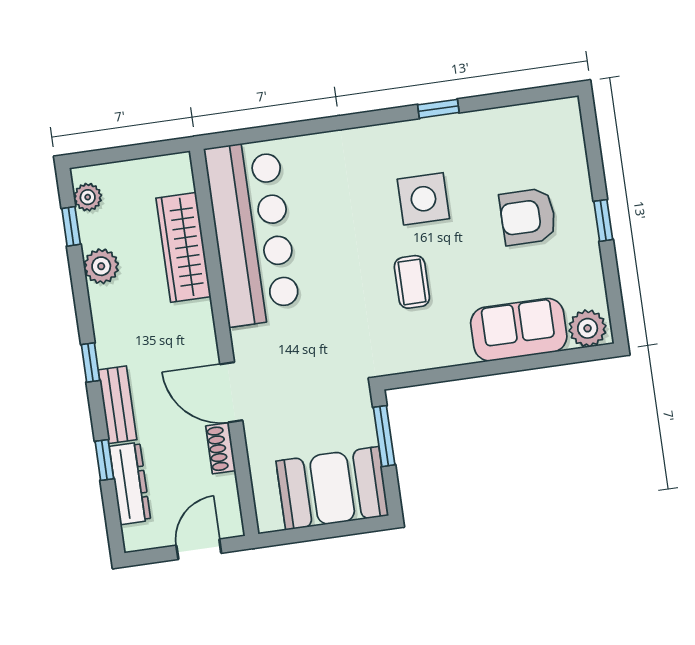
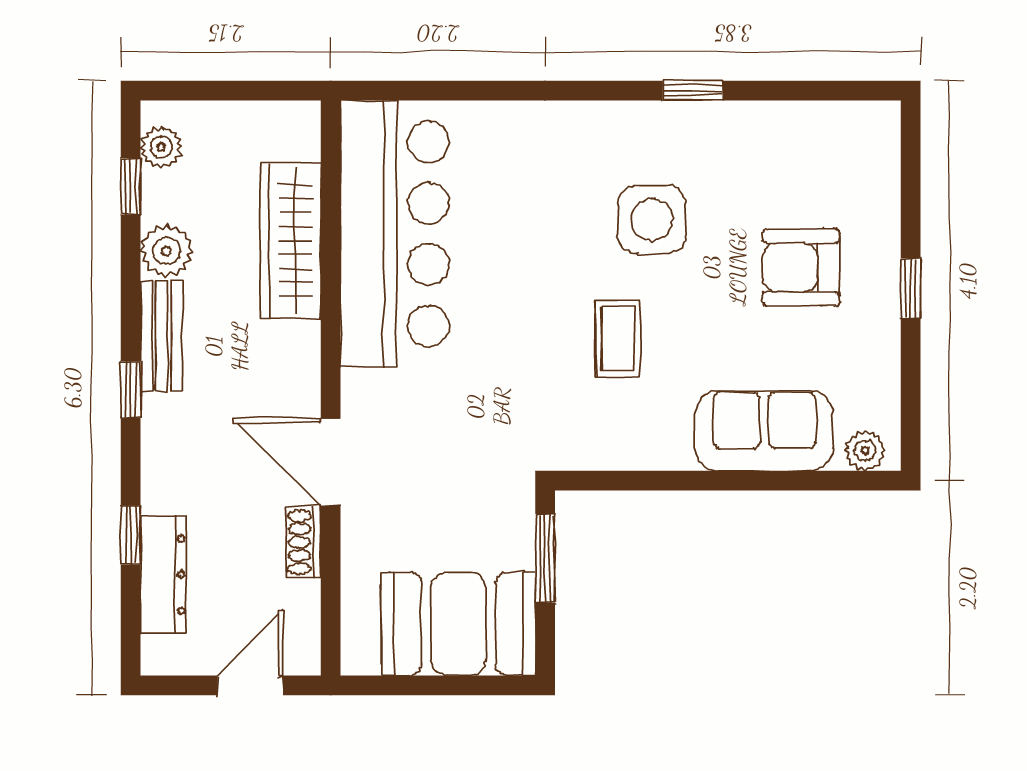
plant: (588, 328) -> (865, 451), width x0.73, depth x0.73
bench: (118, 405) -> (162, 336), moved

